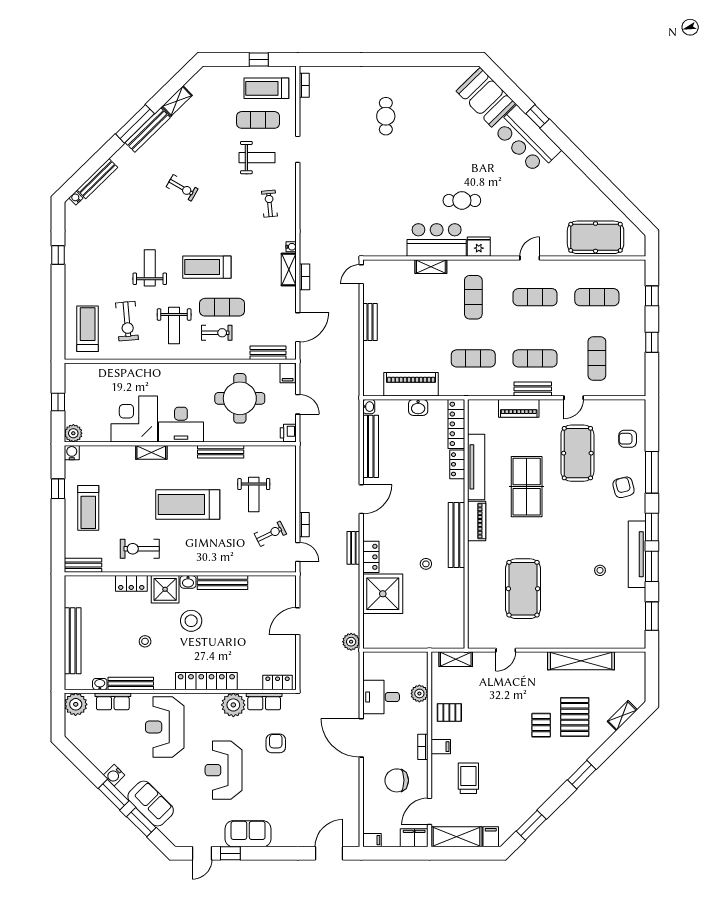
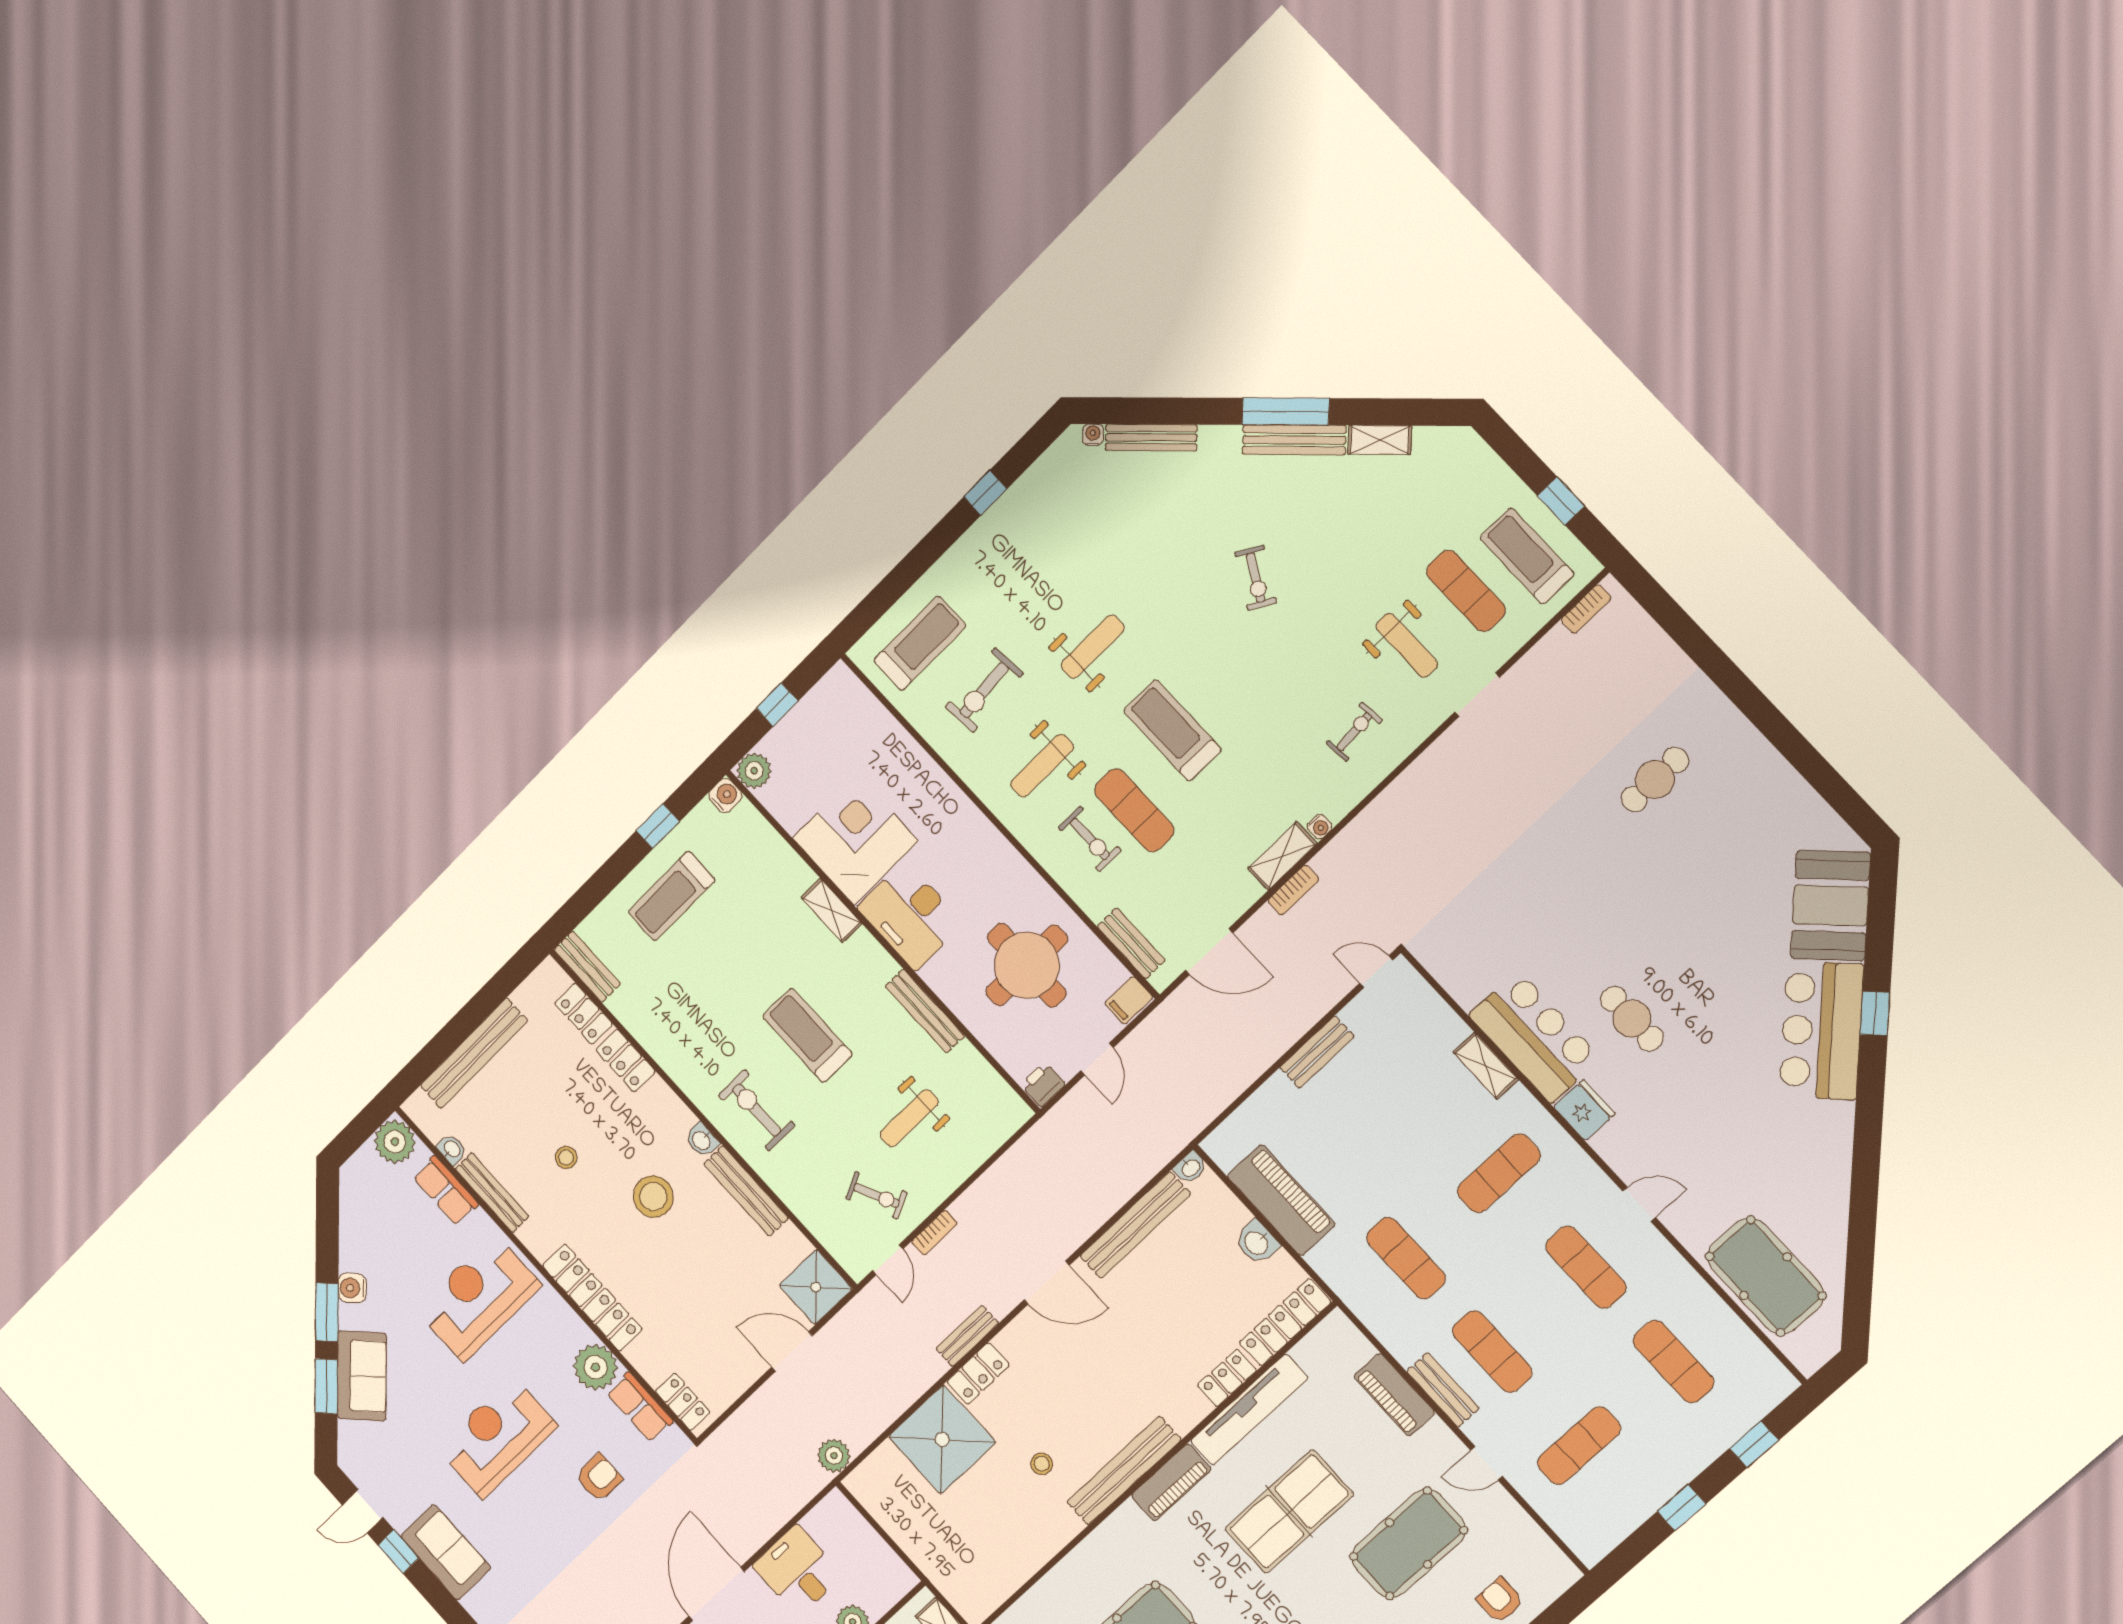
treadmill: (188, 504) -> (807, 1035), width x0.73, depth x0.73
exercise bike: (140, 549) -> (757, 1110), moved
locker: (99, 583) -> (584, 1014), added
shower: (165, 589) -> (816, 1287), moved

